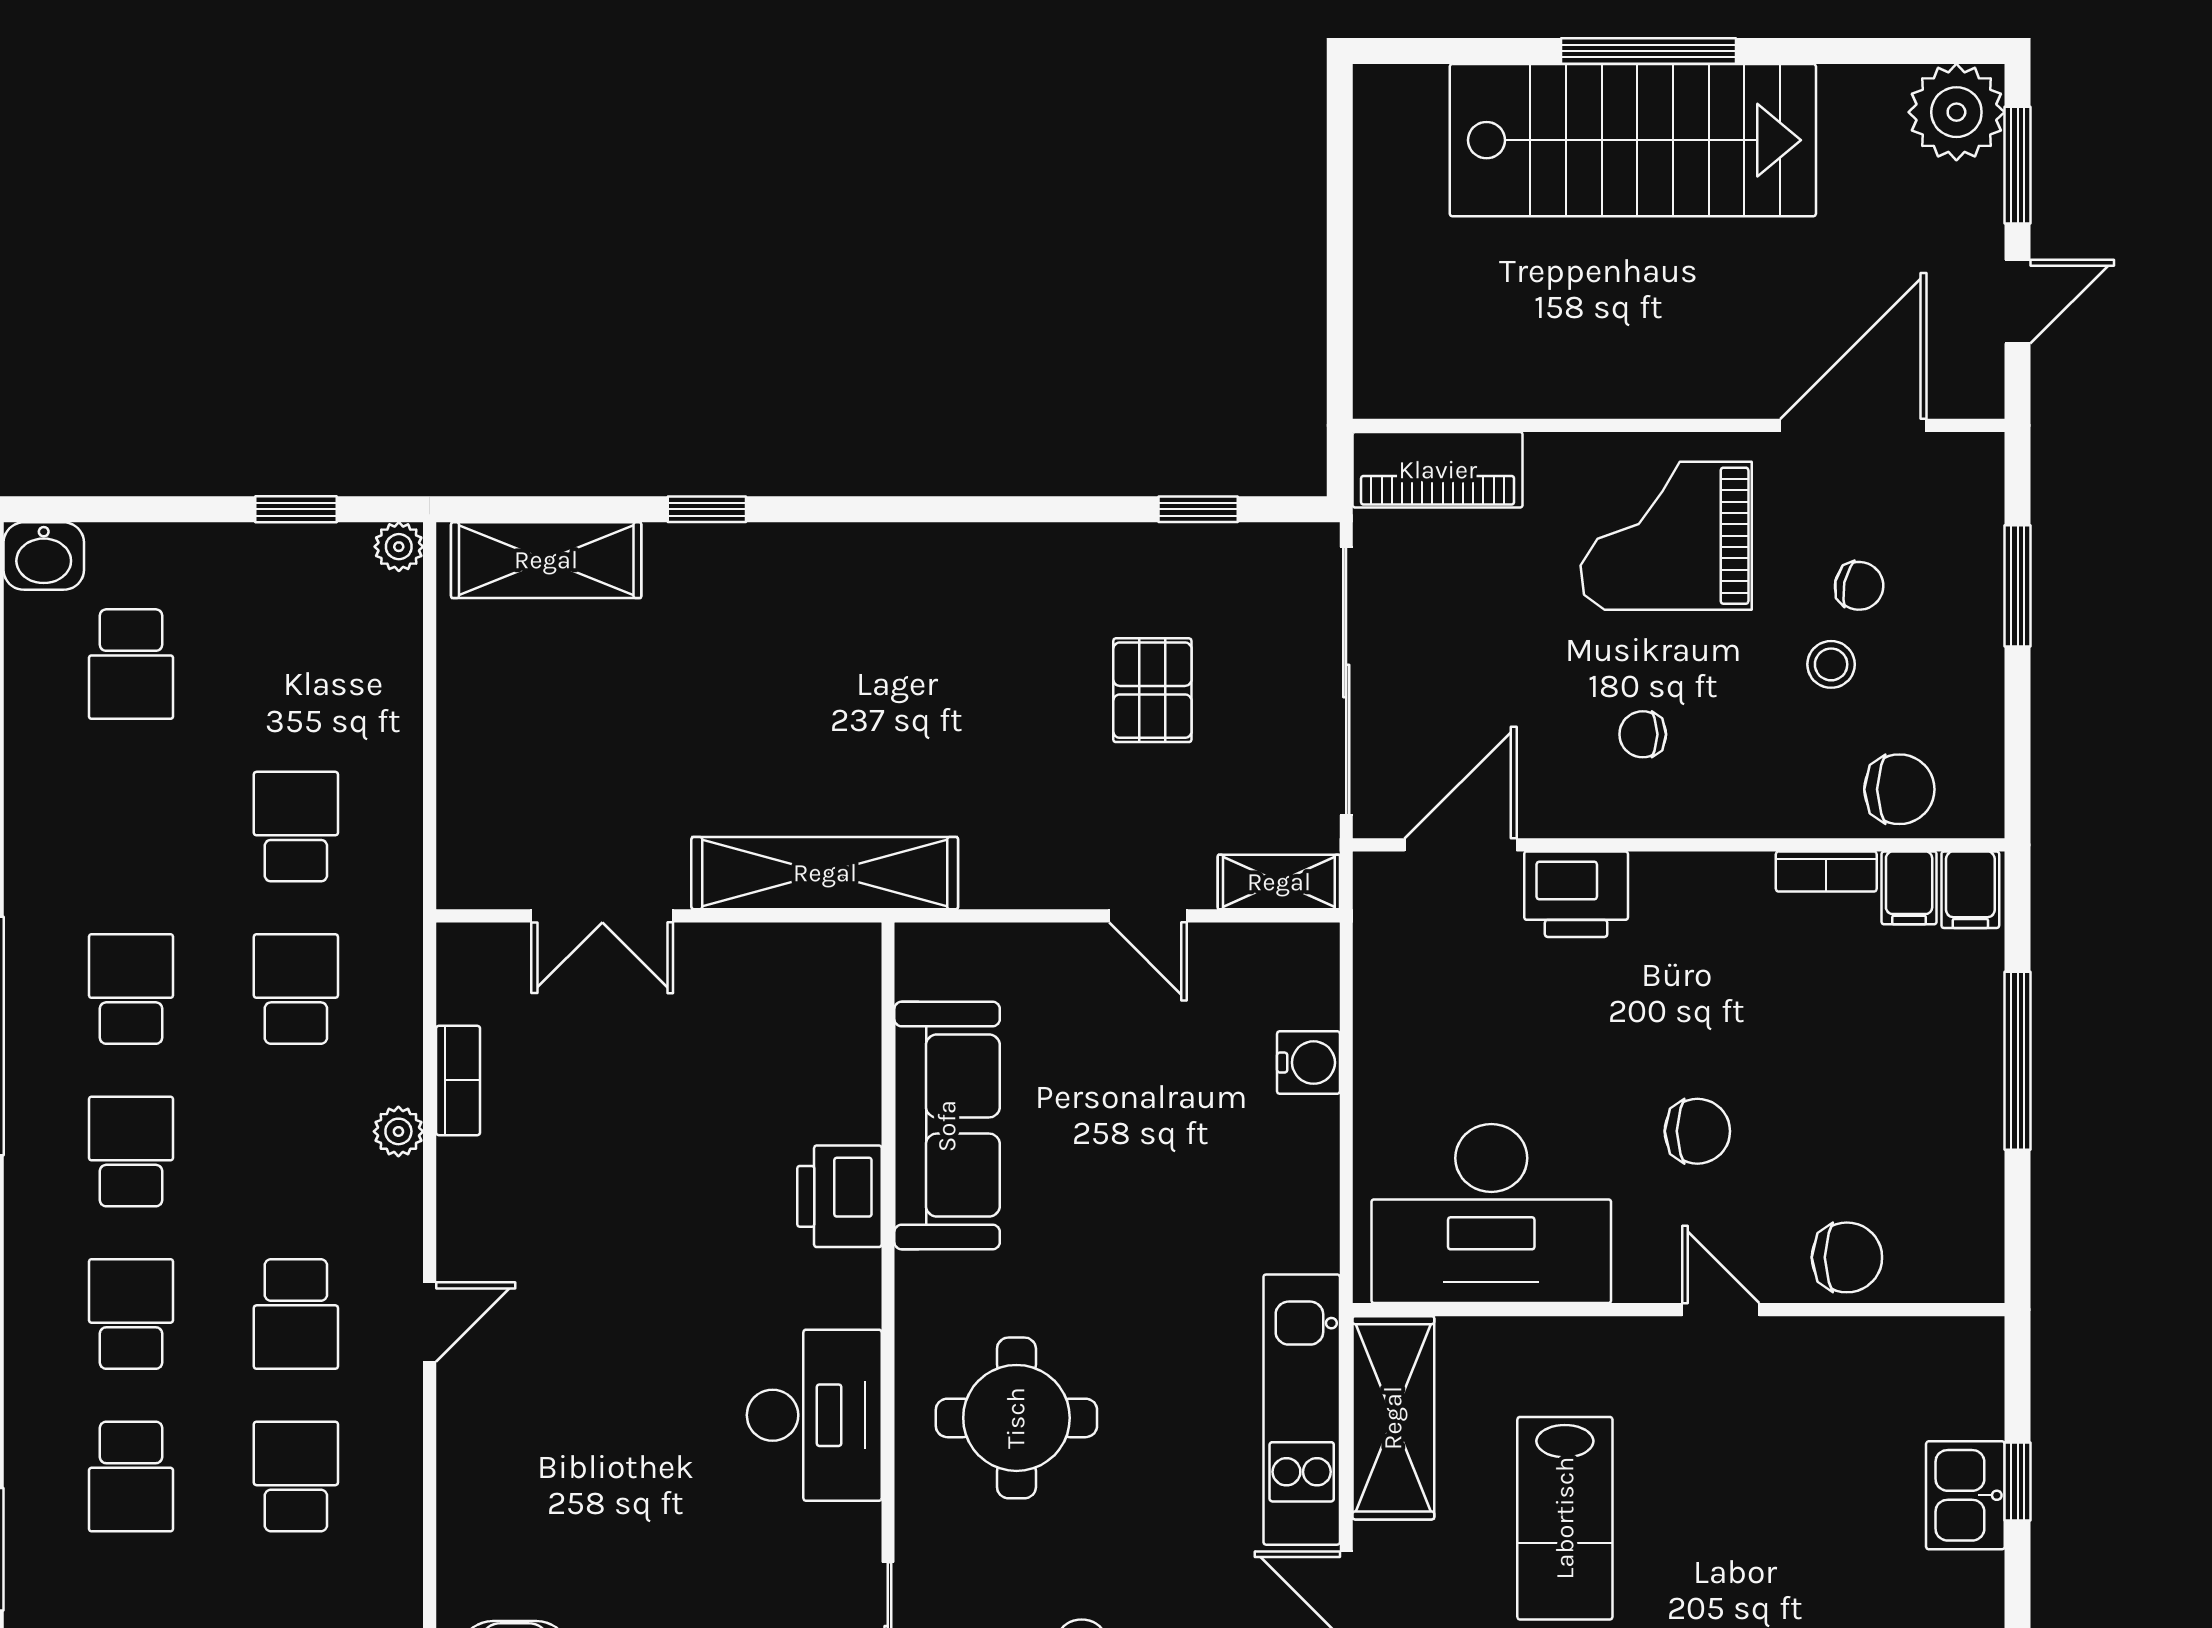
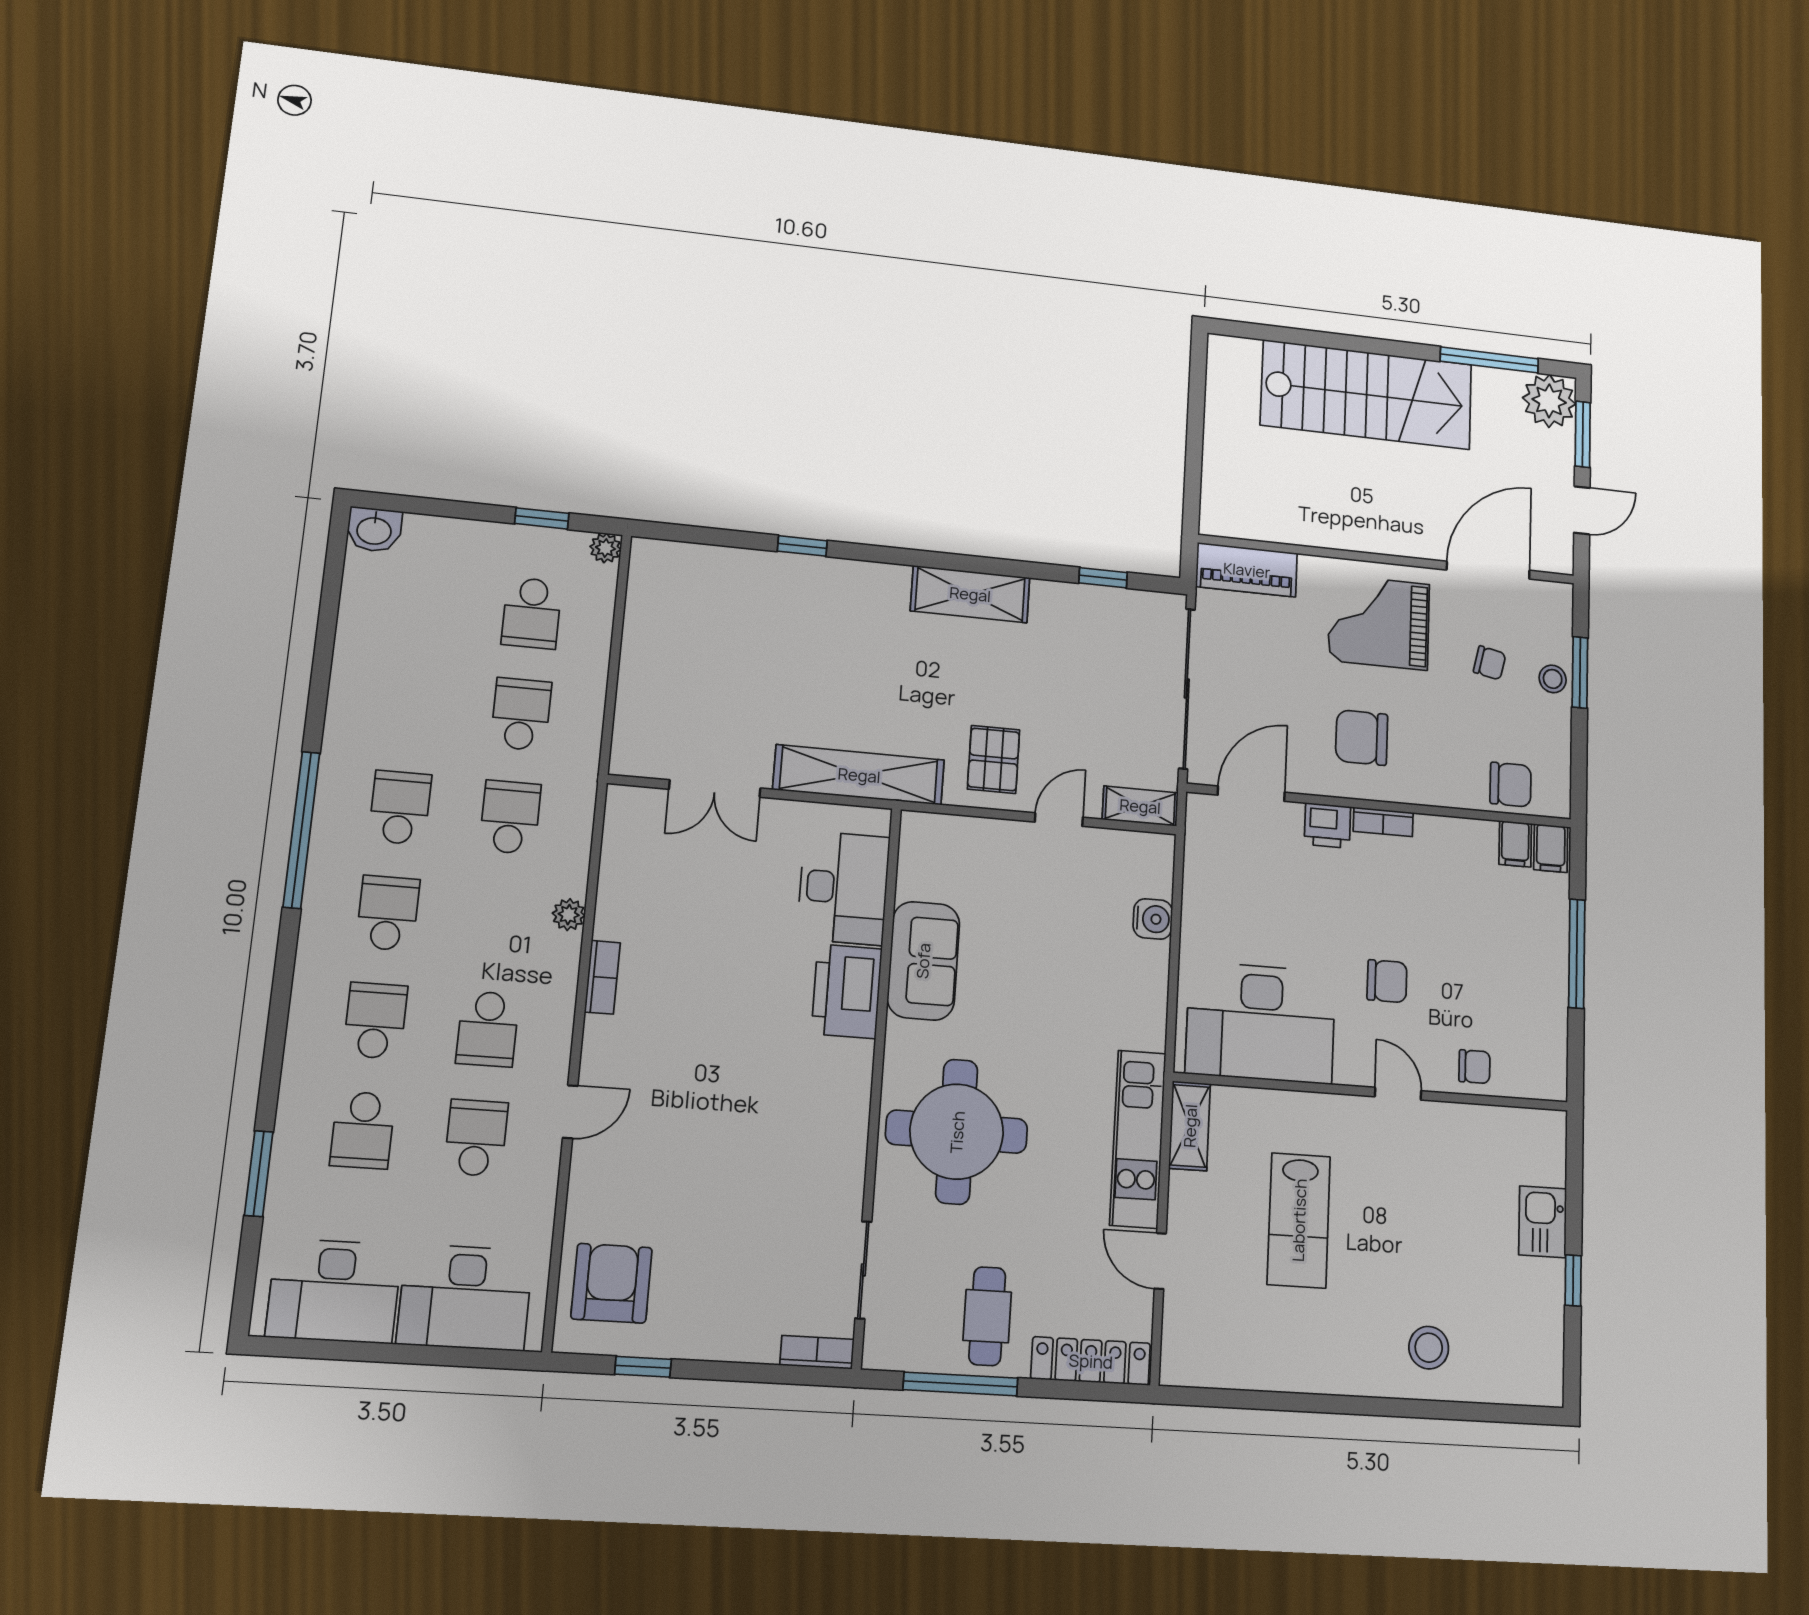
window: (1649, 51) -> (1489, 360), moved
shelving: (546, 560) -> (970, 594), moved
school desk: (131, 664) -> (532, 613), moved
stool: (1831, 664) -> (1553, 679), moved
pallet: (1152, 690) -> (994, 759), moved
chair: (1643, 734) -> (1362, 738), width x1.87, depth x1.87
bookcase: (1826, 871) -> (1383, 822), moved
printer: (1576, 894) -> (1327, 826), width x0.73, depth x0.81
door: (1148, 916) -> (1059, 820), swing flipped
bookcase: (458, 1080) -> (602, 977), moved
sofa: (947, 1126) -> (923, 961), width x0.73
printer: (839, 1196) -> (847, 991), width x1.37, depth x1.19
chair: (1847, 1257) -> (1474, 1067), width x0.73, depth x0.73
door: (430, 1322) -> (570, 1112), moved
desk: (814, 1415) -> (844, 888), moved
round table: (1016, 1418) -> (957, 1132), width x1.36, depth x1.36
shelving: (1393, 1418) -> (1190, 1126), width x0.67, depth x0.75
window: (2018, 1481) -> (1573, 1280), moved

